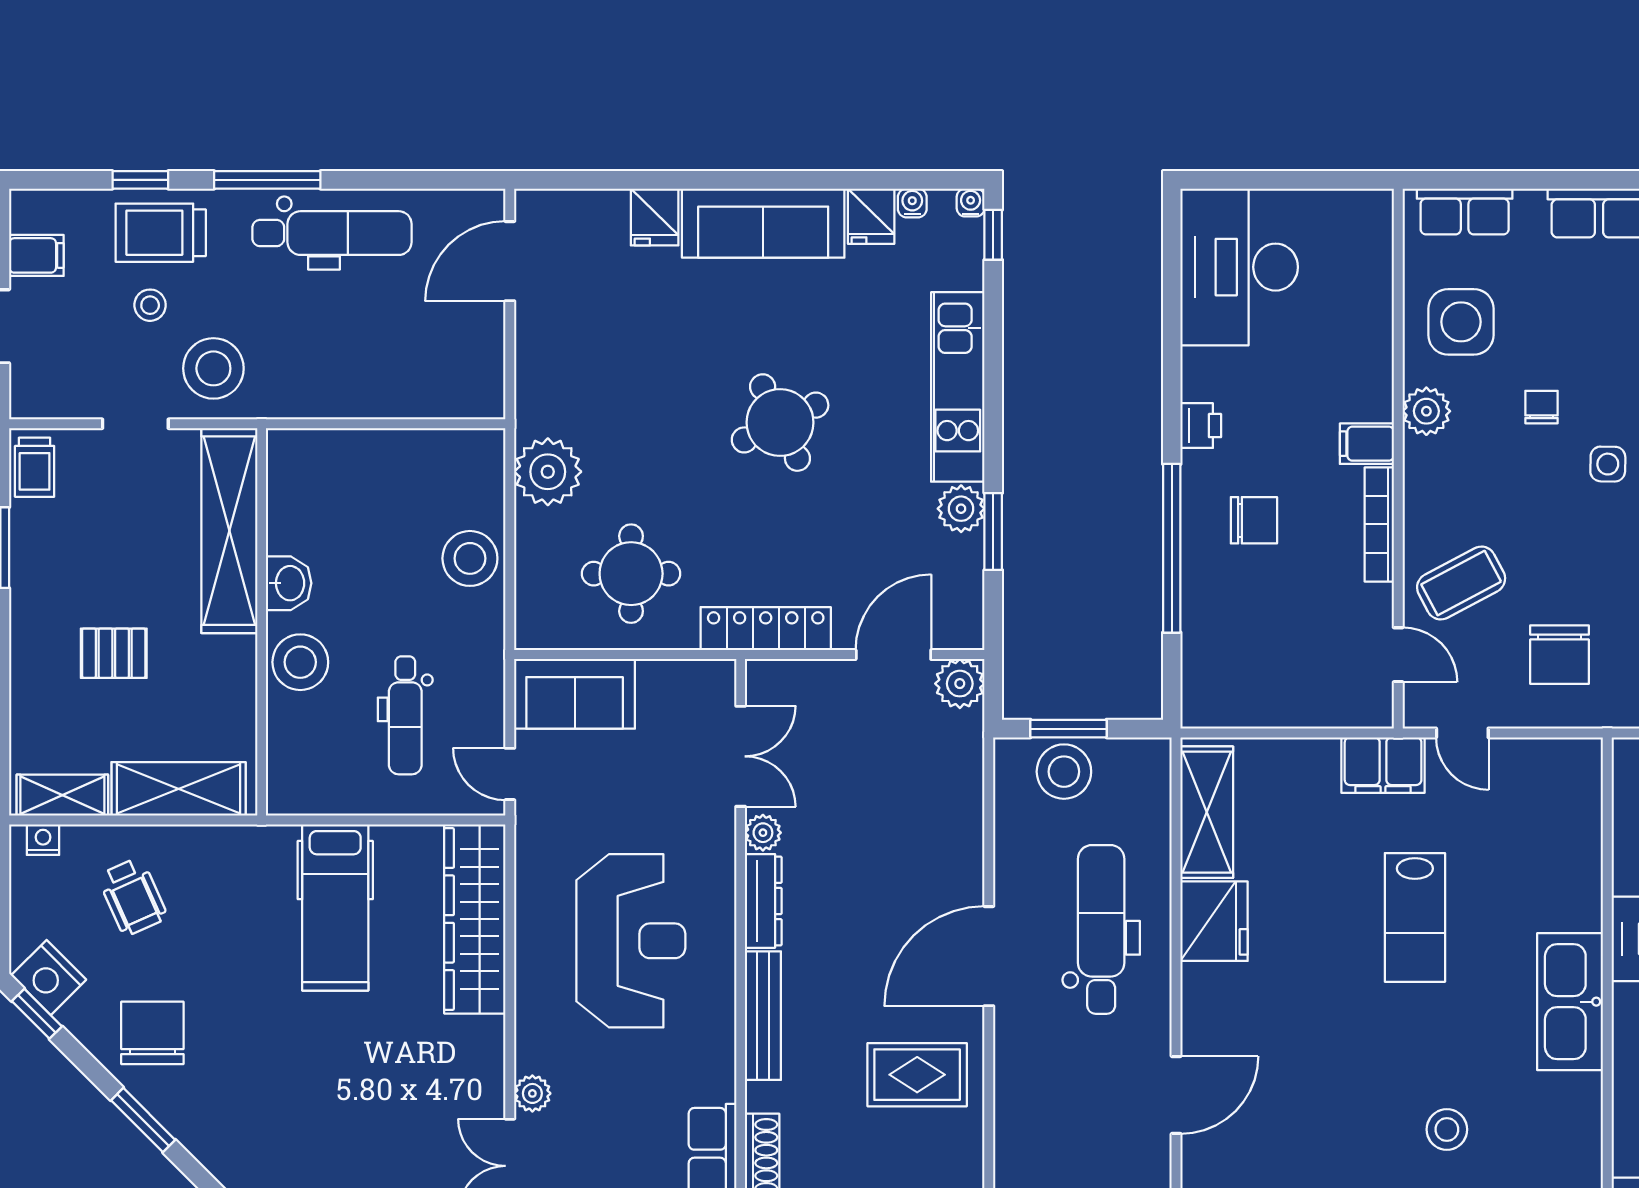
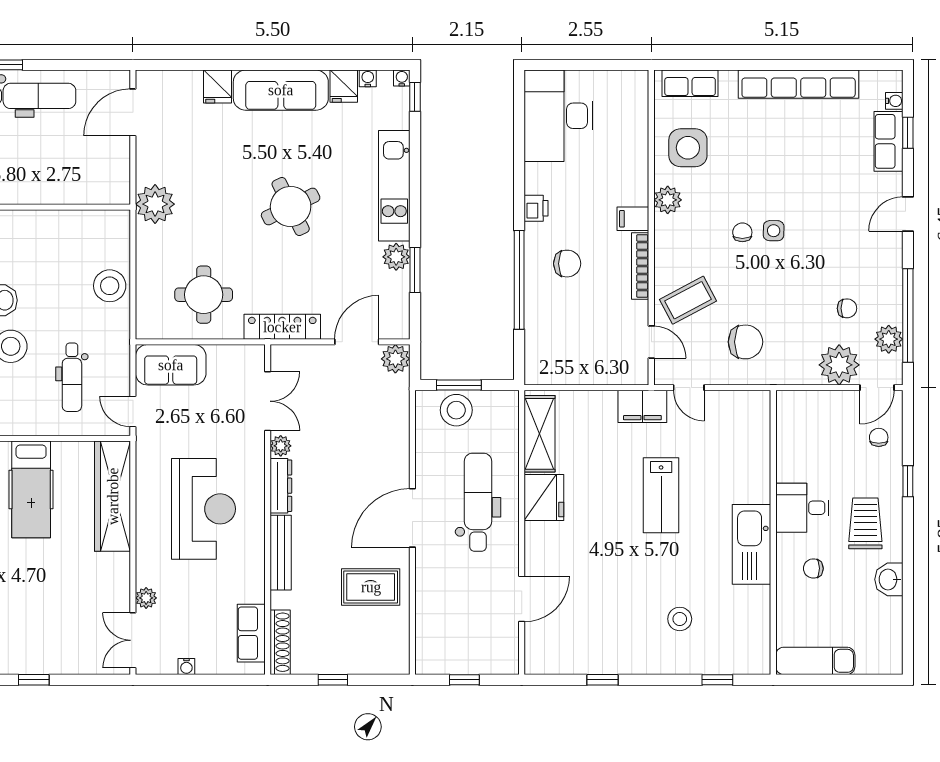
chair: (1541, 407) -> (742, 232), moved
plant: (548, 472) -> (155, 204), moved
chair: (1560, 655) -> (745, 342), turned -90

